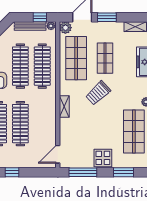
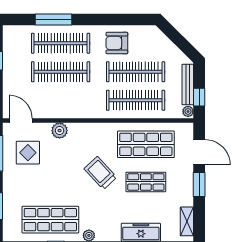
plant: (65, 28) -> (60, 131), moved
shelving: (64, 107) -> (83, 129), removed
display table: (103, 158) -> (28, 153), moved

